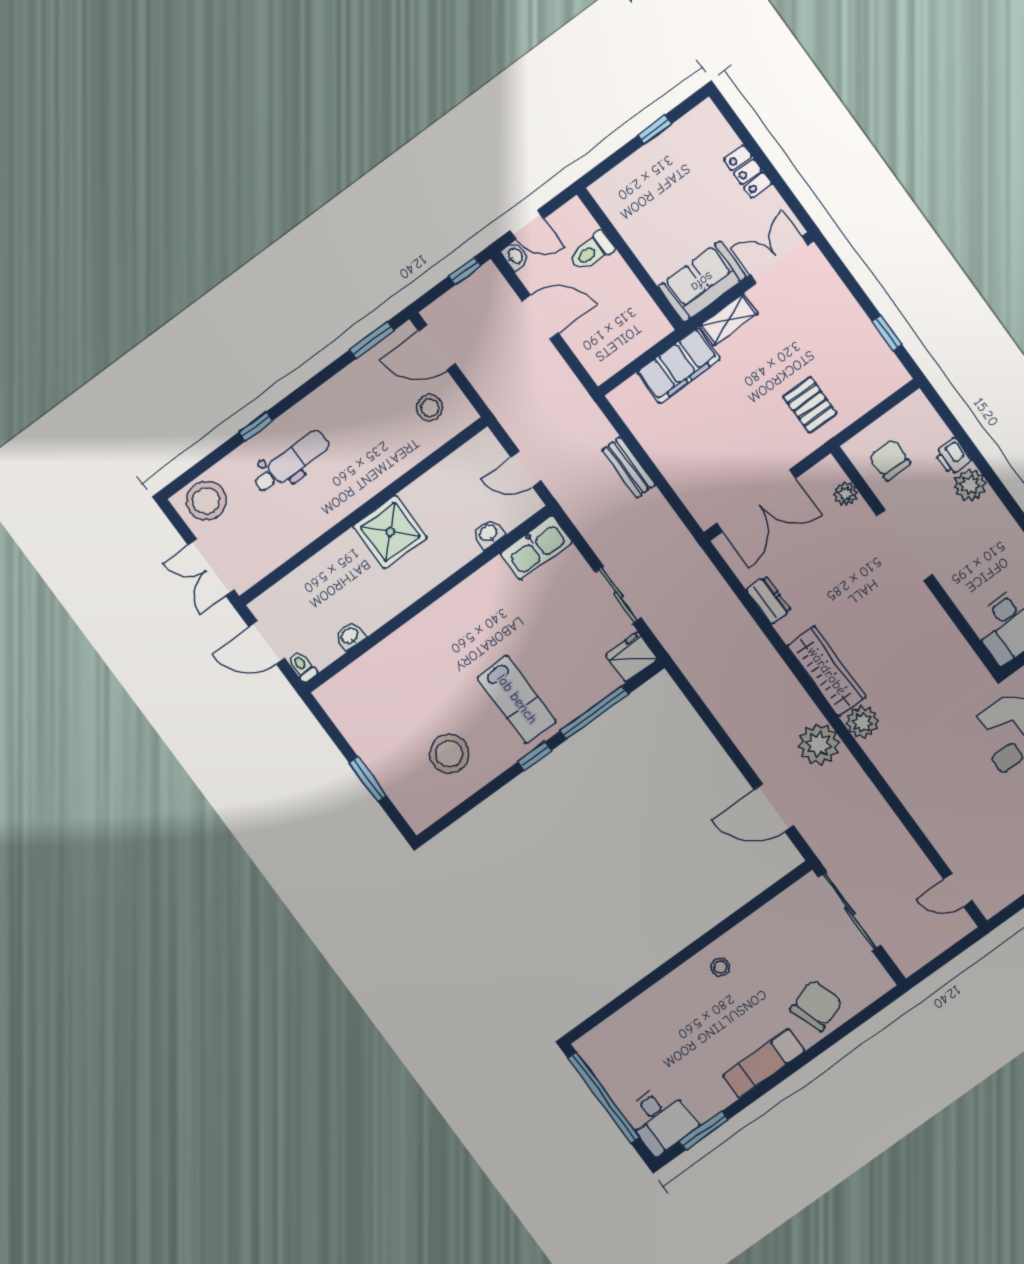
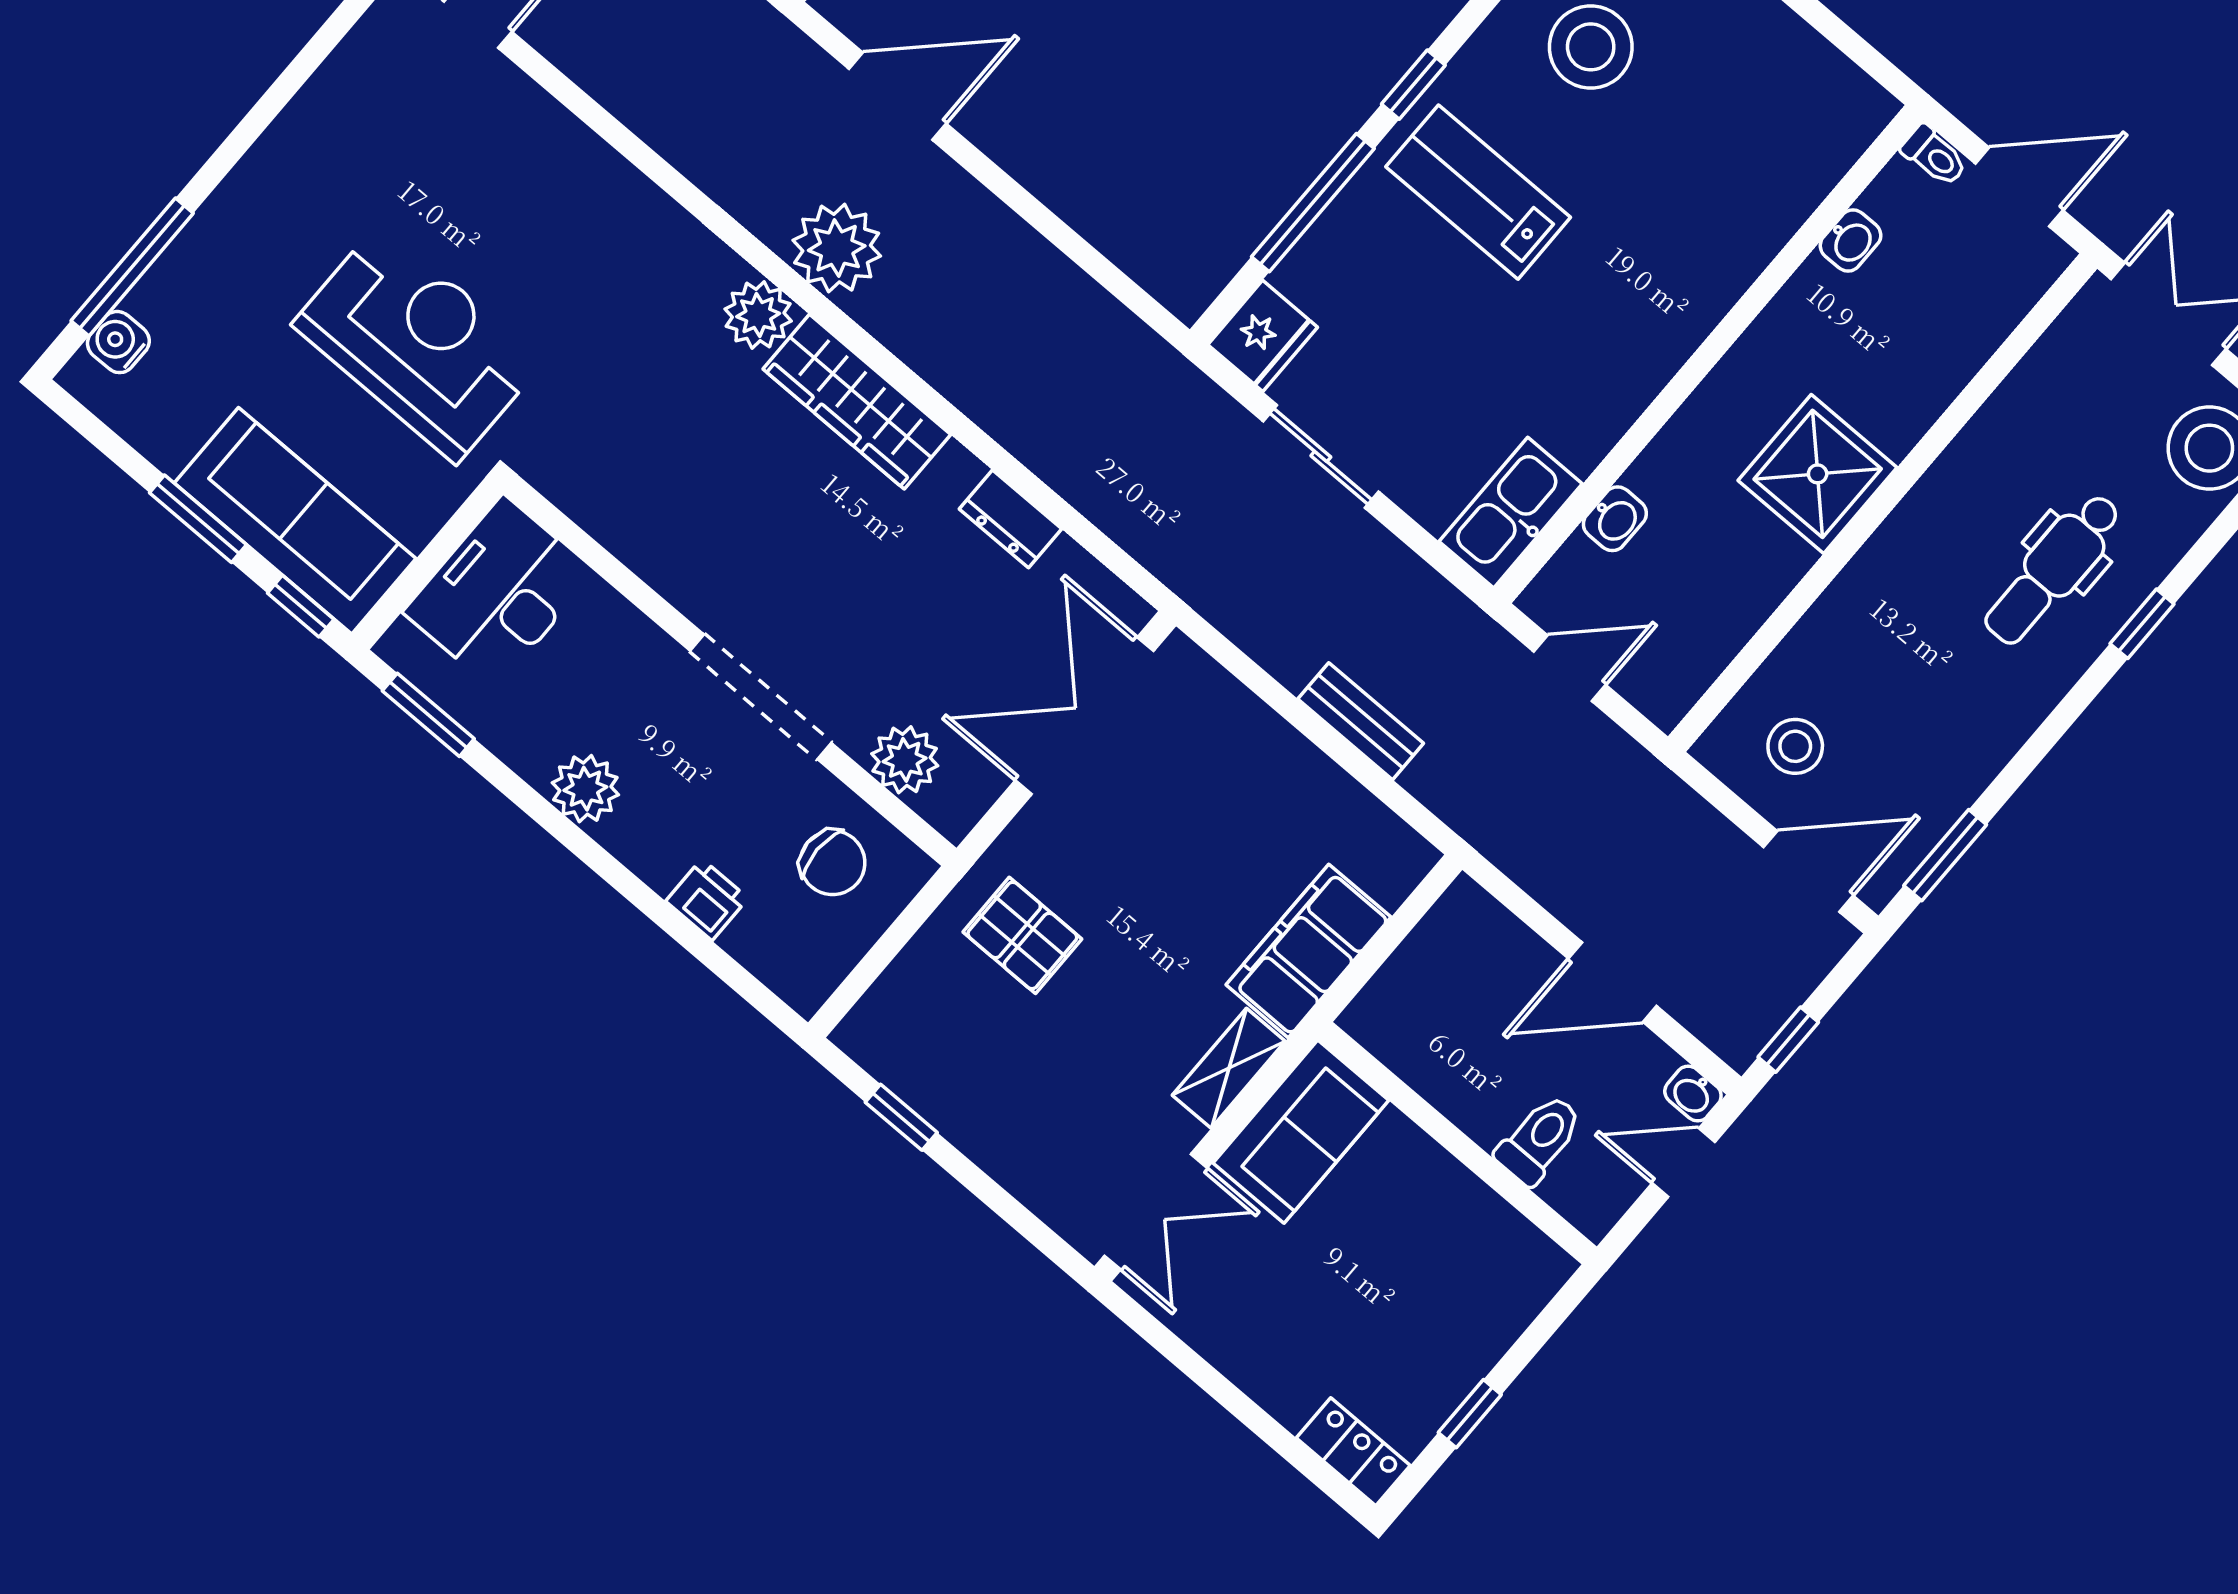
locker: (748, 172) -> (1353, 1452), moved
plant: (970, 485) -> (585, 789), moved
plant: (846, 494) -> (905, 760), width x1.38, depth x1.38

